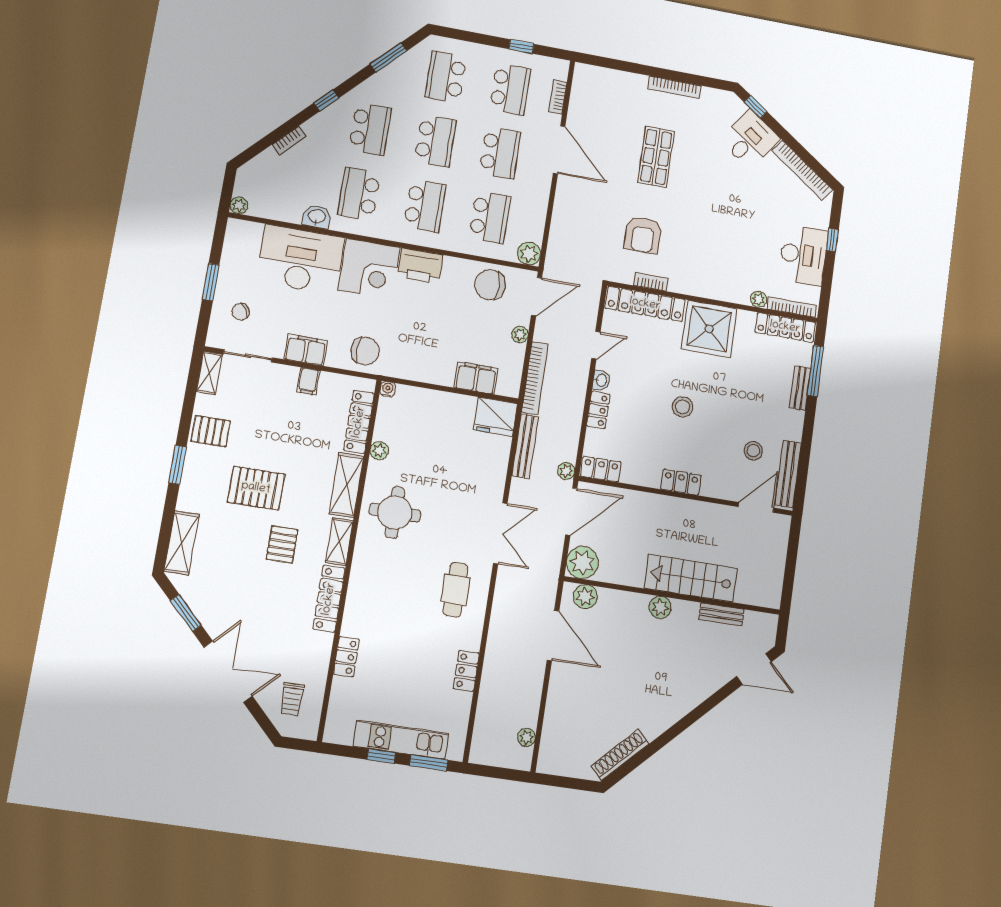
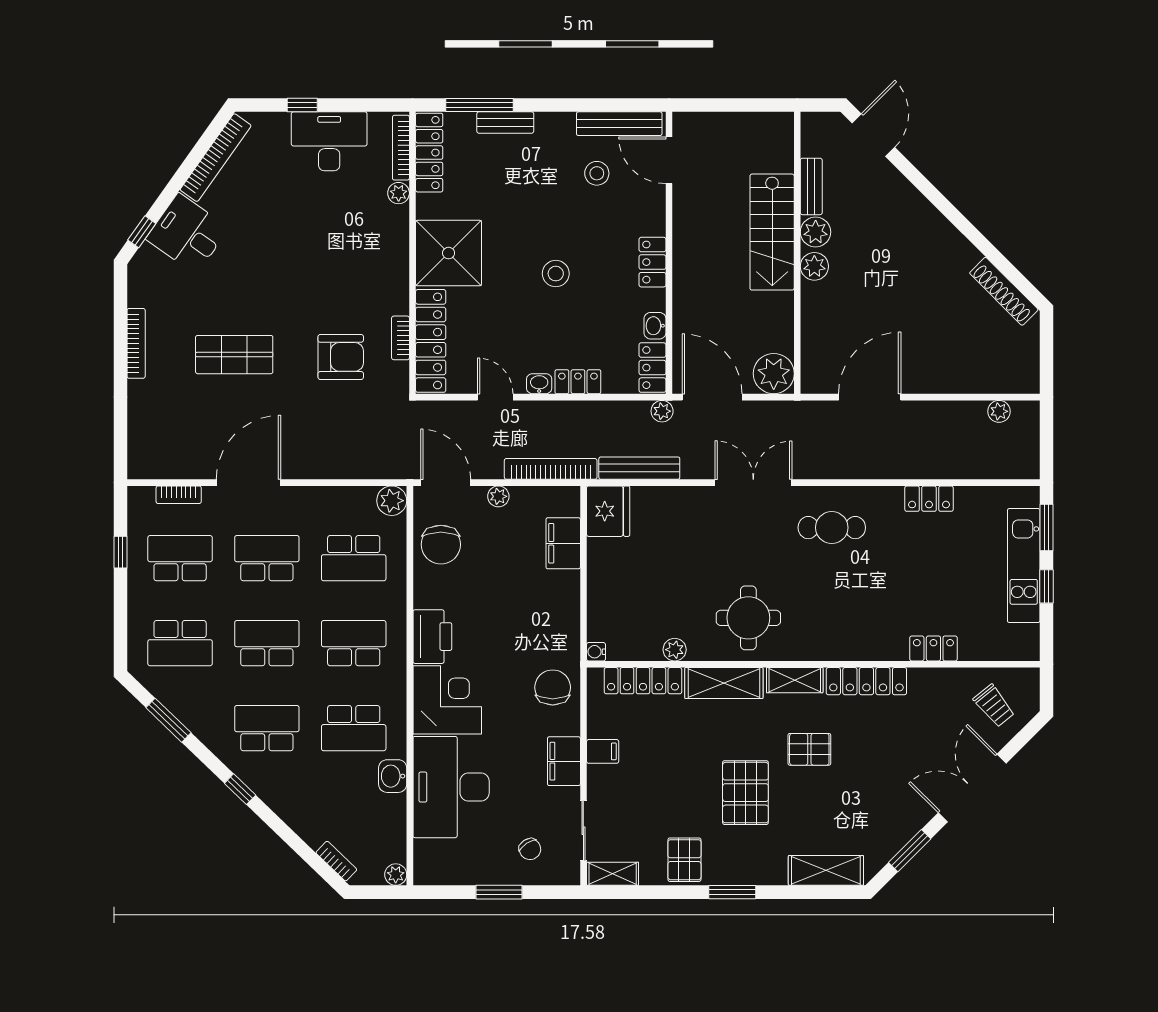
bookcase: (289, 140) -> (336, 861), moved
school desk: (490, 217) -> (354, 558), turned 180
washbasin: (632, 476) -> (655, 326), added
plant: (585, 597) -> (816, 232), moved
trolley: (292, 699) -> (994, 706), turned 51

